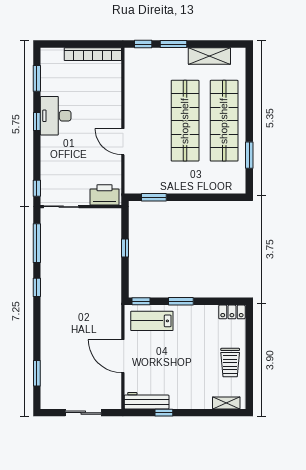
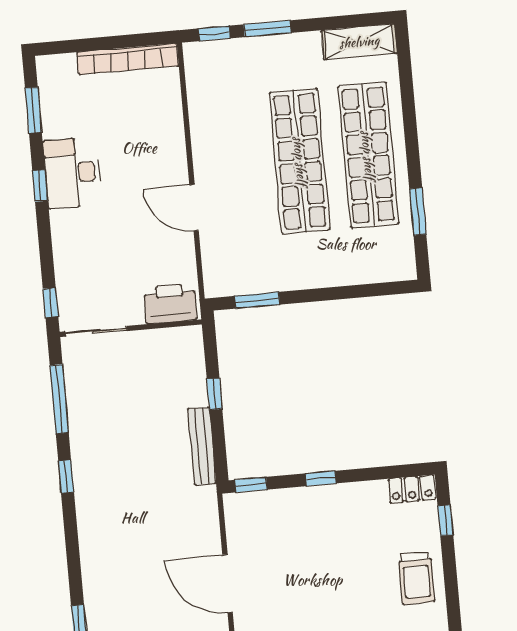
shelving: (209, 56) -> (359, 42), moved
bench: (115, 277) -> (202, 446), added
window: (181, 301) -> (321, 478), width x0.67
lab bench: (152, 321) -> (273, 517), removed
window: (249, 331) -> (445, 520), added

